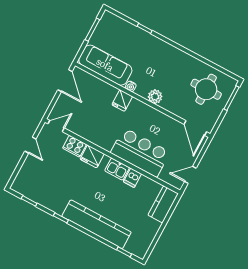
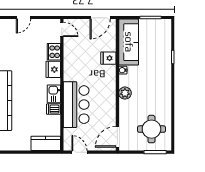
fridge: (122, 101) -> (108, 58), moved
door: (30, 145) -> (23, 18), moved

